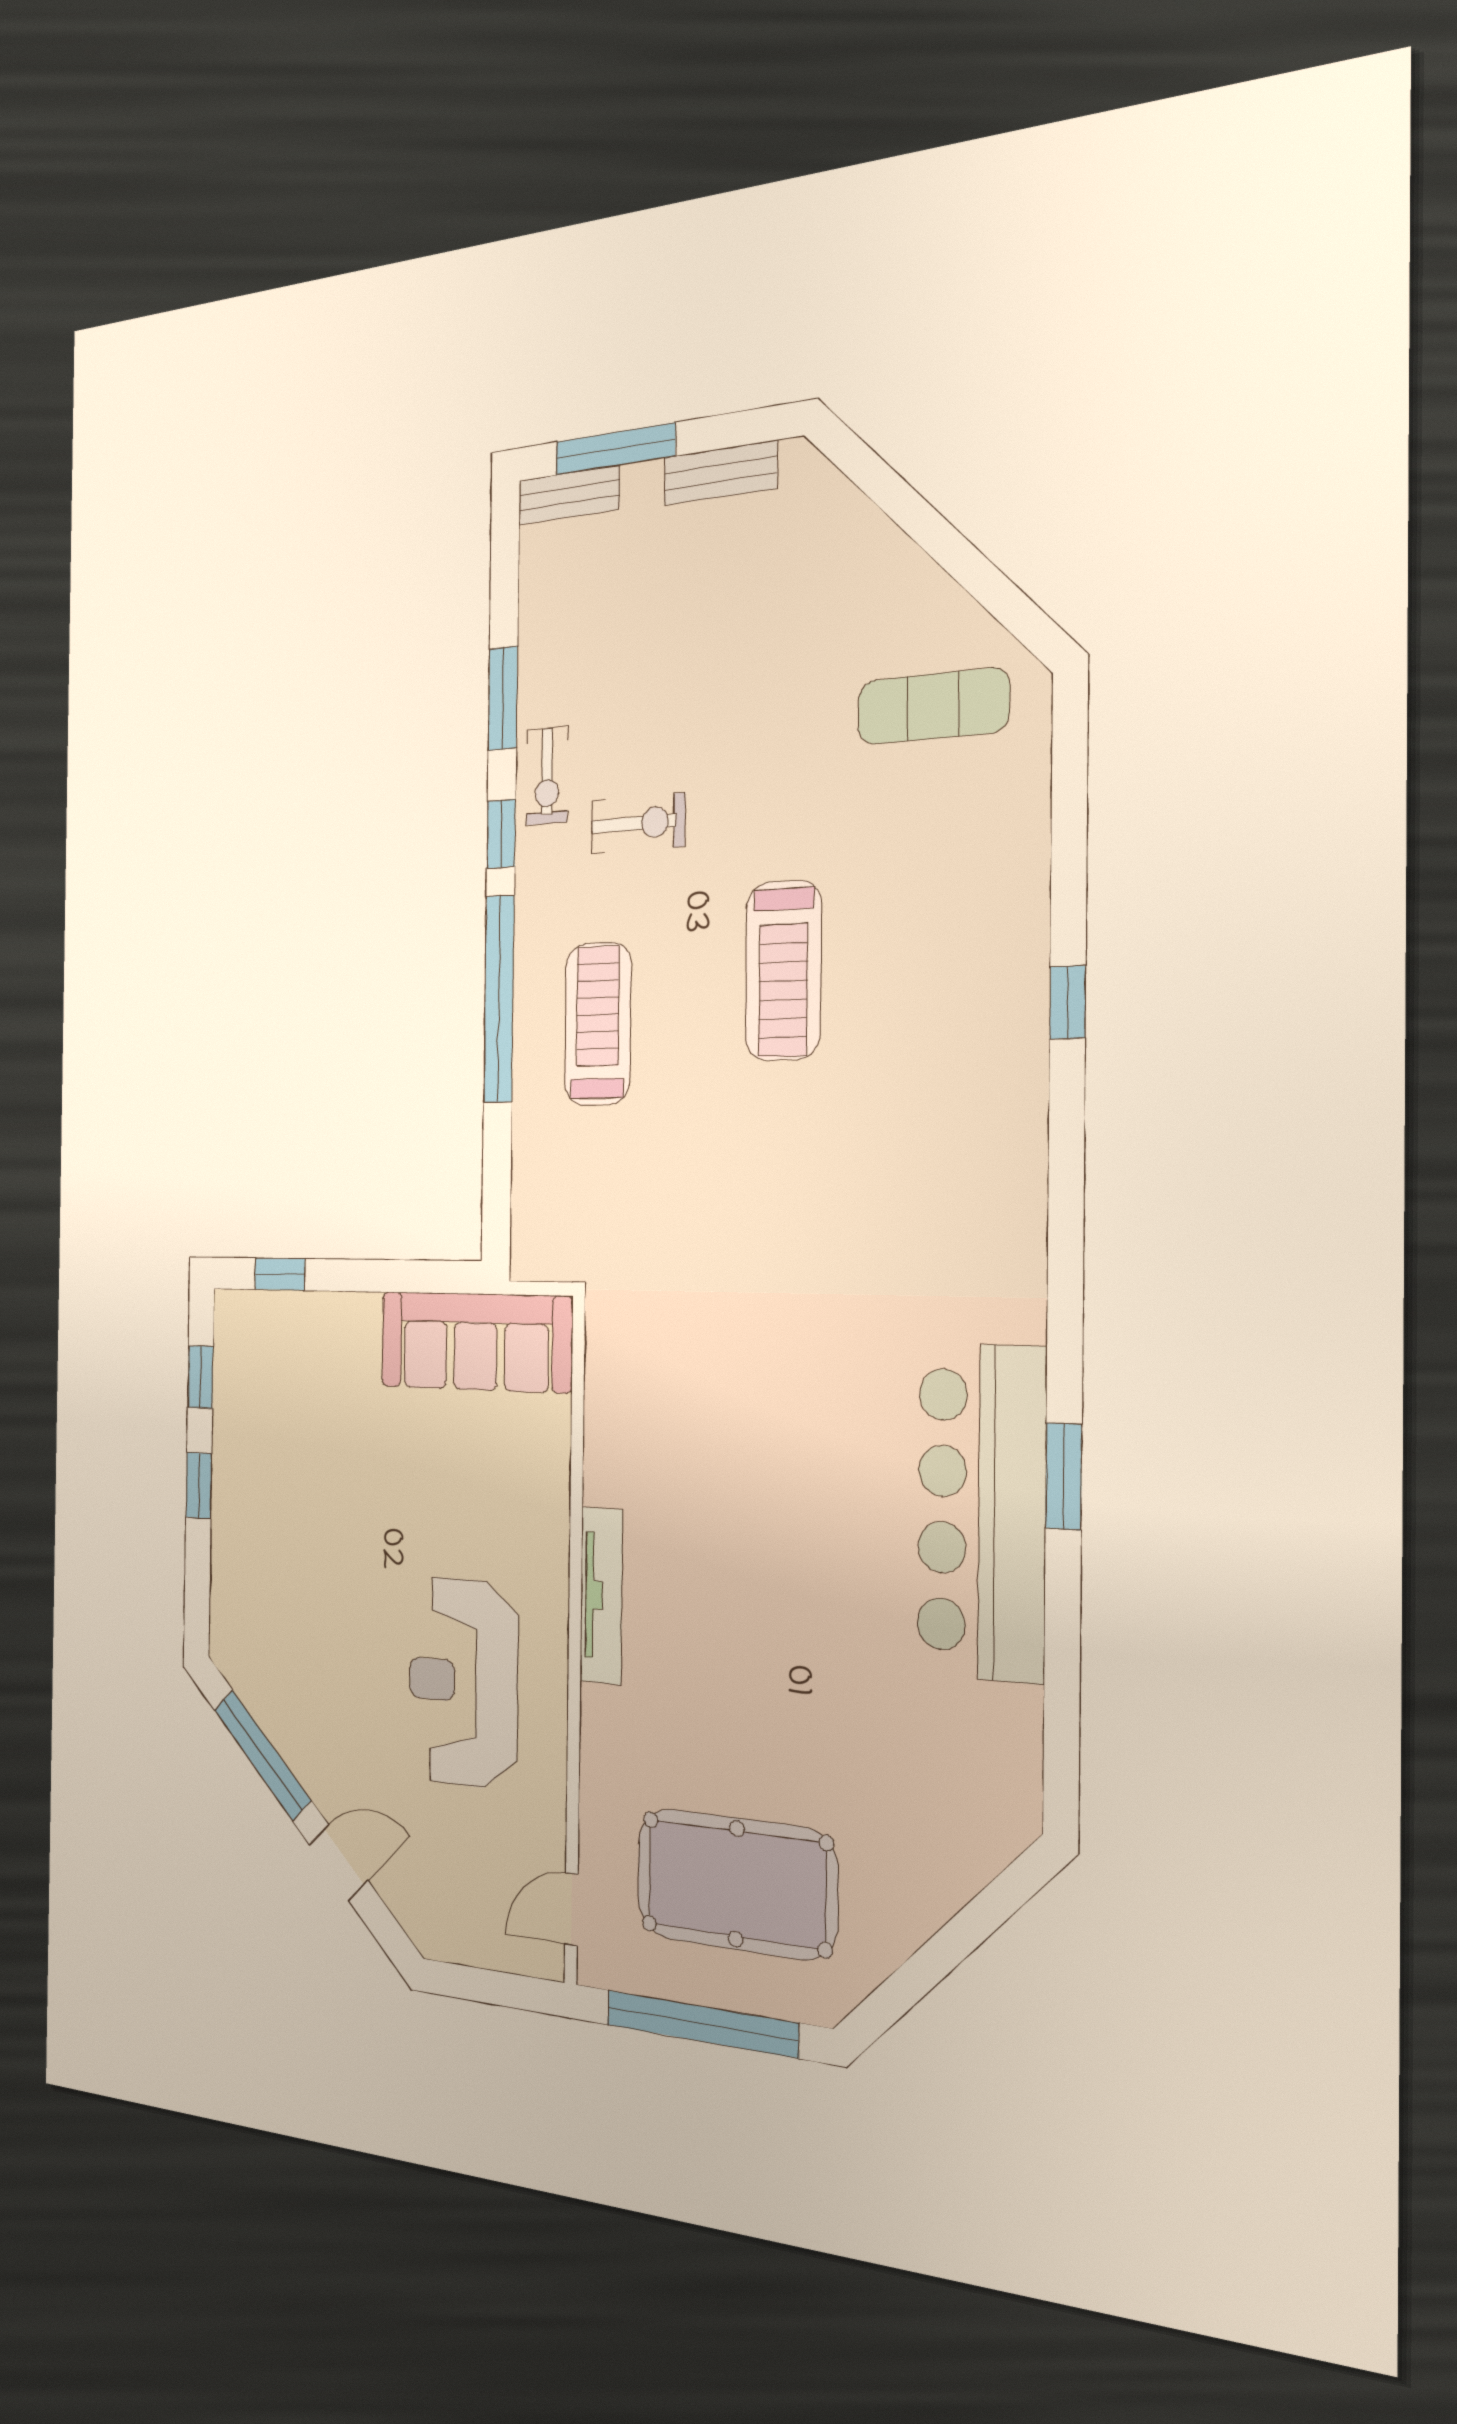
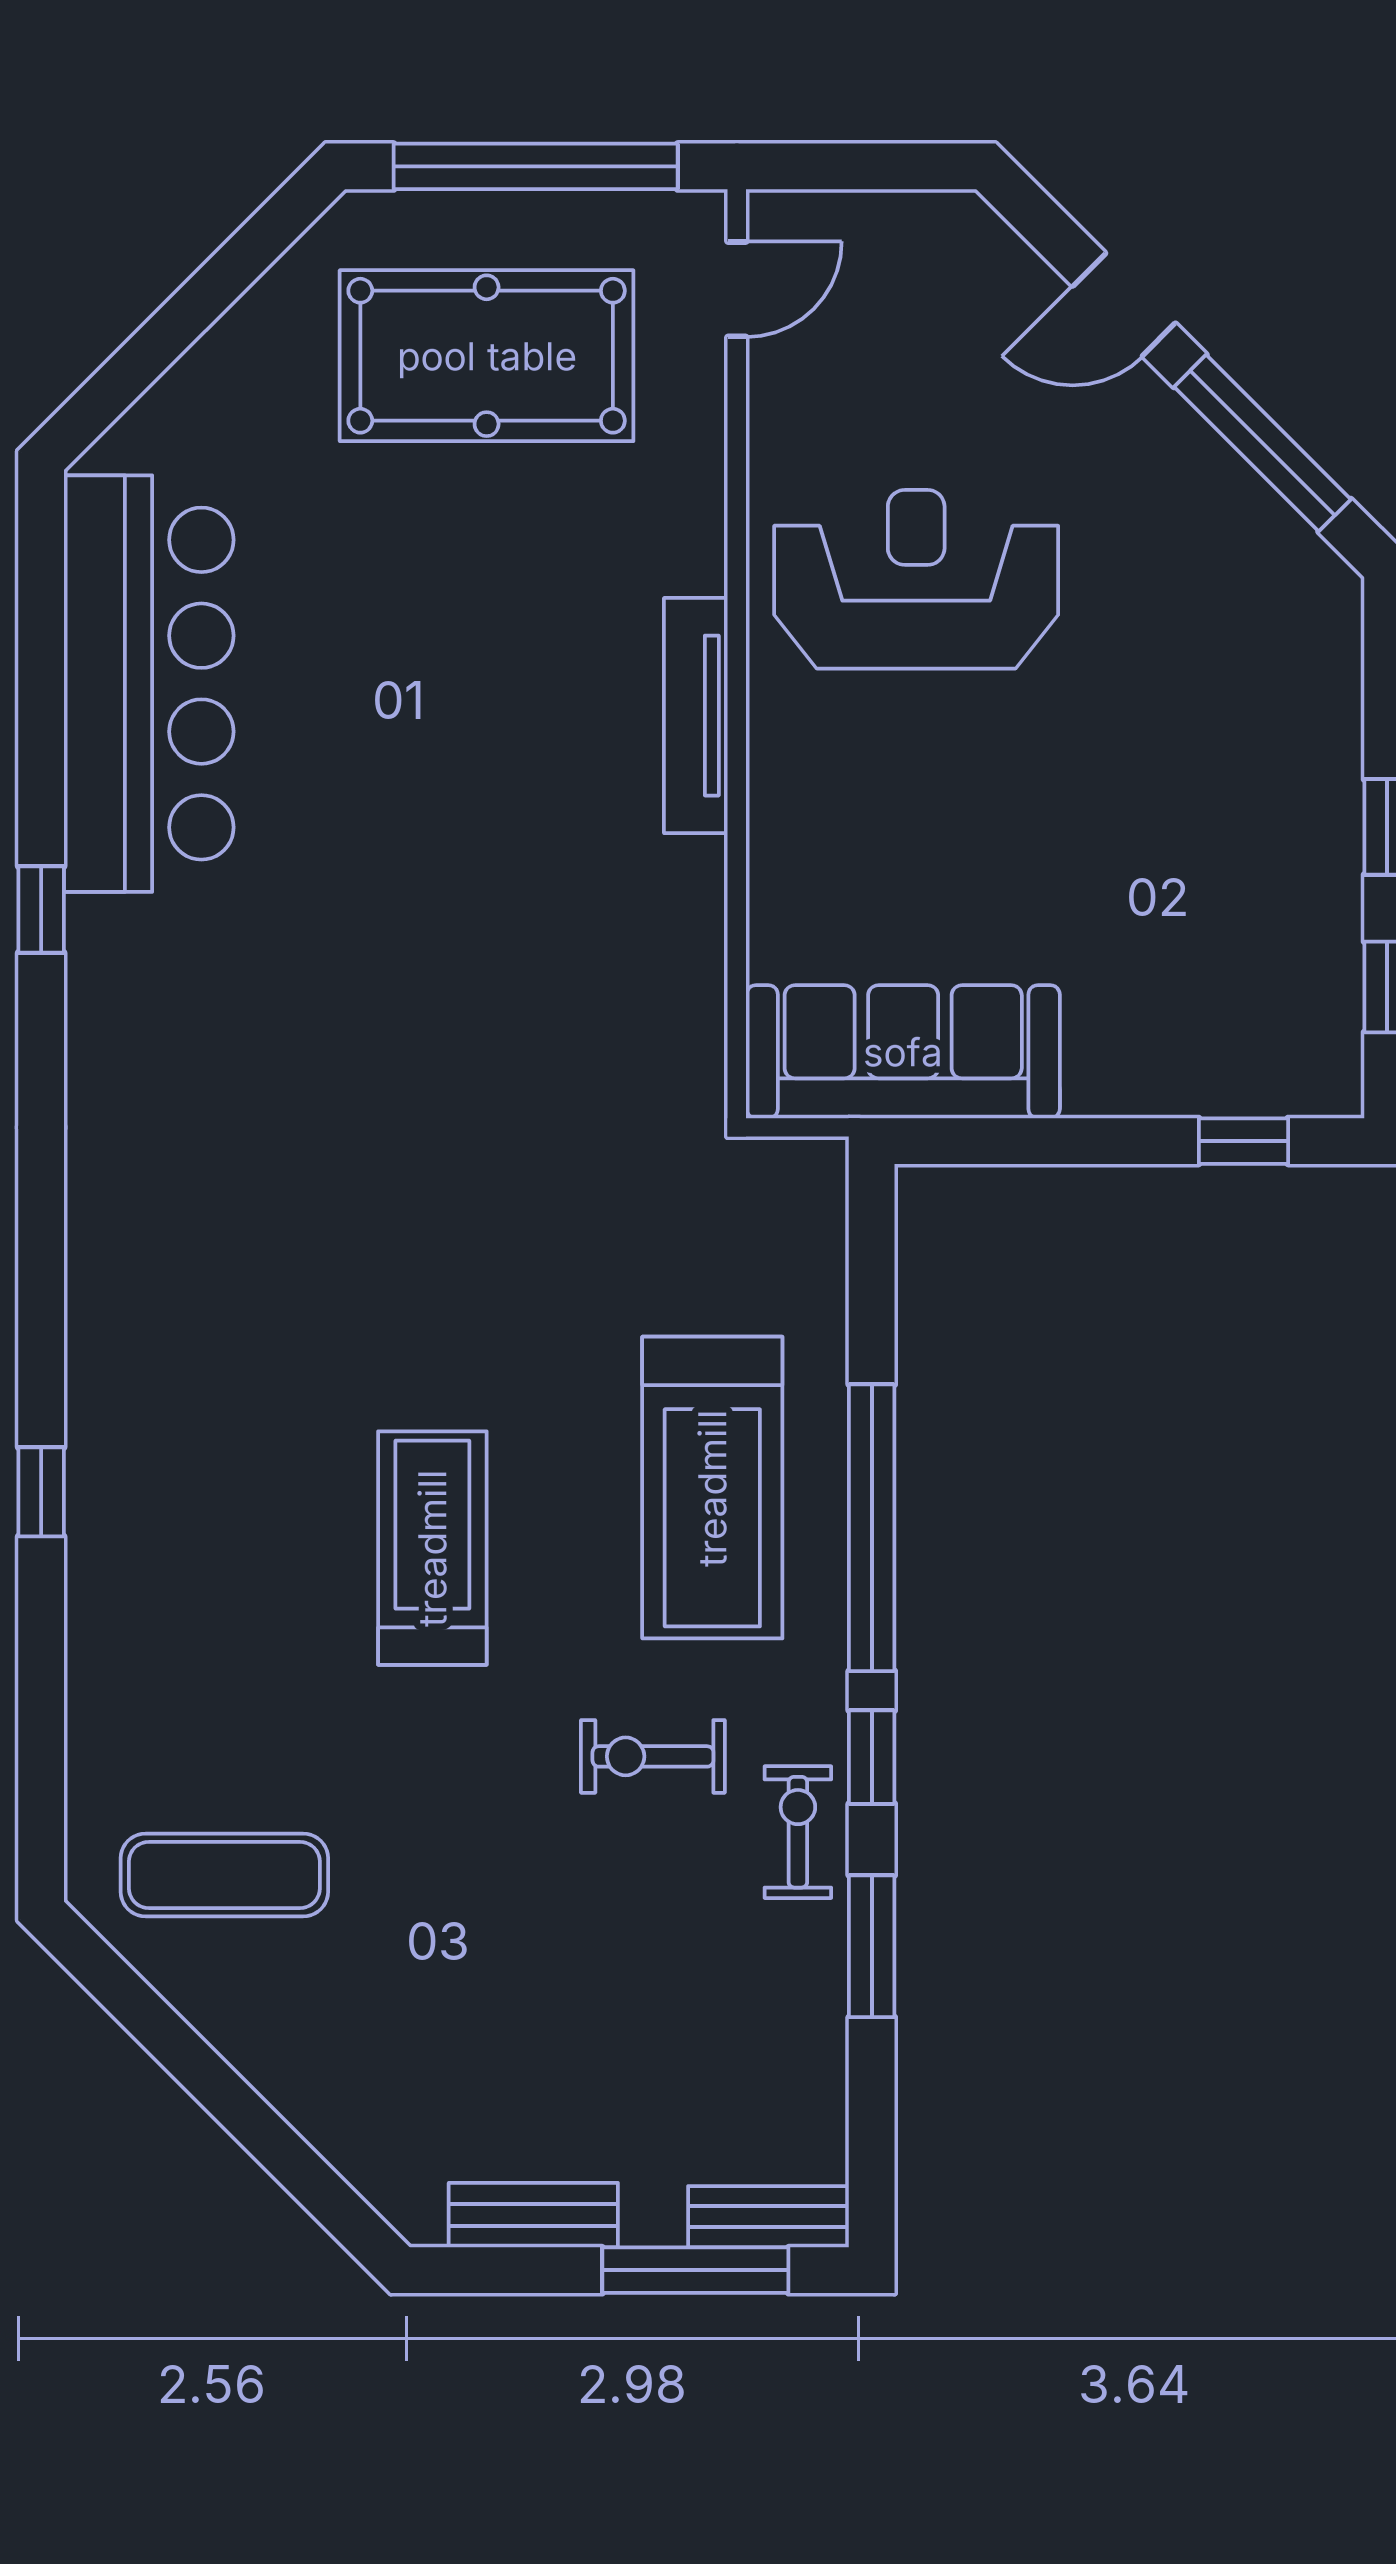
treadmill: (598, 1024) -> (712, 1488), width x1.37, depth x1.38
window: (1064, 1476) -> (41, 909), width x0.67
bar counter: (981, 1511) -> (149, 684), moved
reception desk: (463, 1682) -> (916, 579), turned -90

